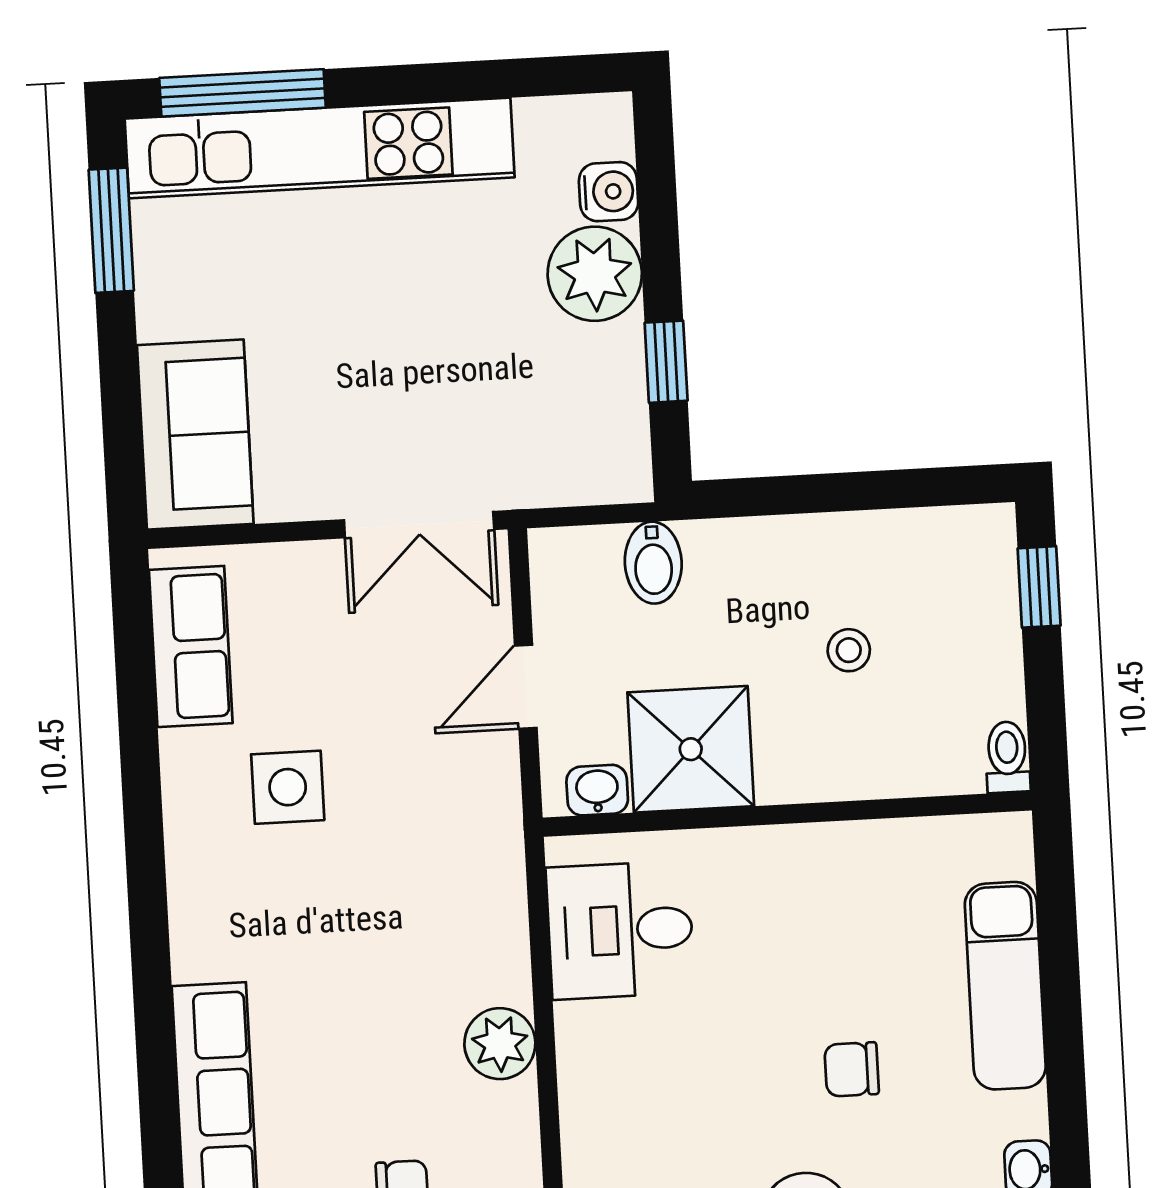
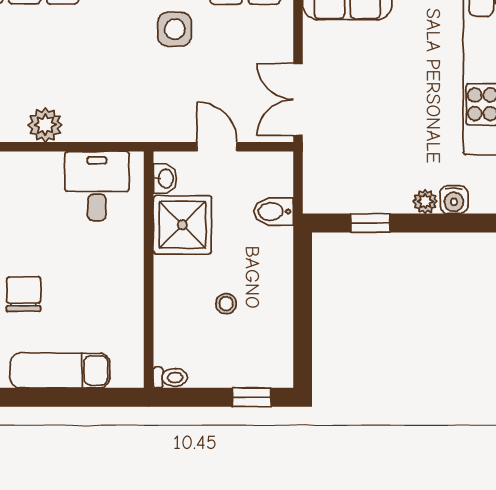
plant: (595, 274) -> (425, 202), width x0.53, depth x0.53
chair: (852, 1069) -> (24, 294), width x1.37, depth x1.37

